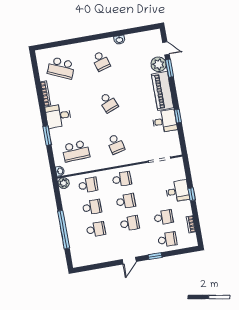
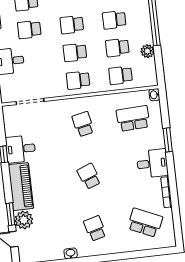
plant: (64, 183) -> (147, 51), moved

